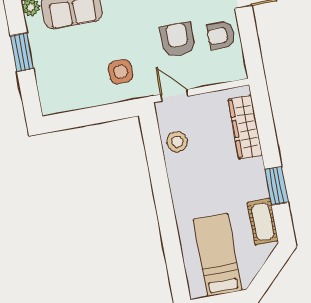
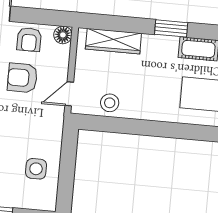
floor lamp: (236, 70) -> (63, 35), added
side table: (121, 72) -> (36, 169), moved

